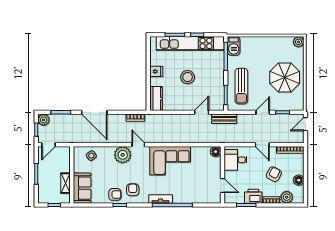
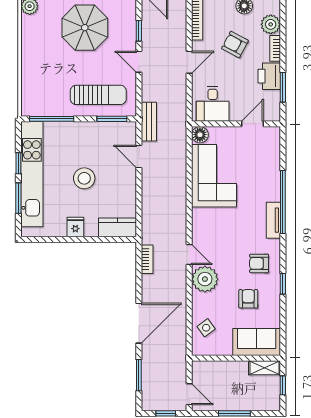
barbecue: (234, 46) -> (36, 107), removed
plant: (44, 120) -> (151, 402), removed
door: (138, 145) -> (189, 255), swing flipped
corner sofa: (170, 161) -> (214, 176), moved
shelving: (66, 183) -> (264, 368), moved
armchair: (115, 194) -> (248, 299), moved

